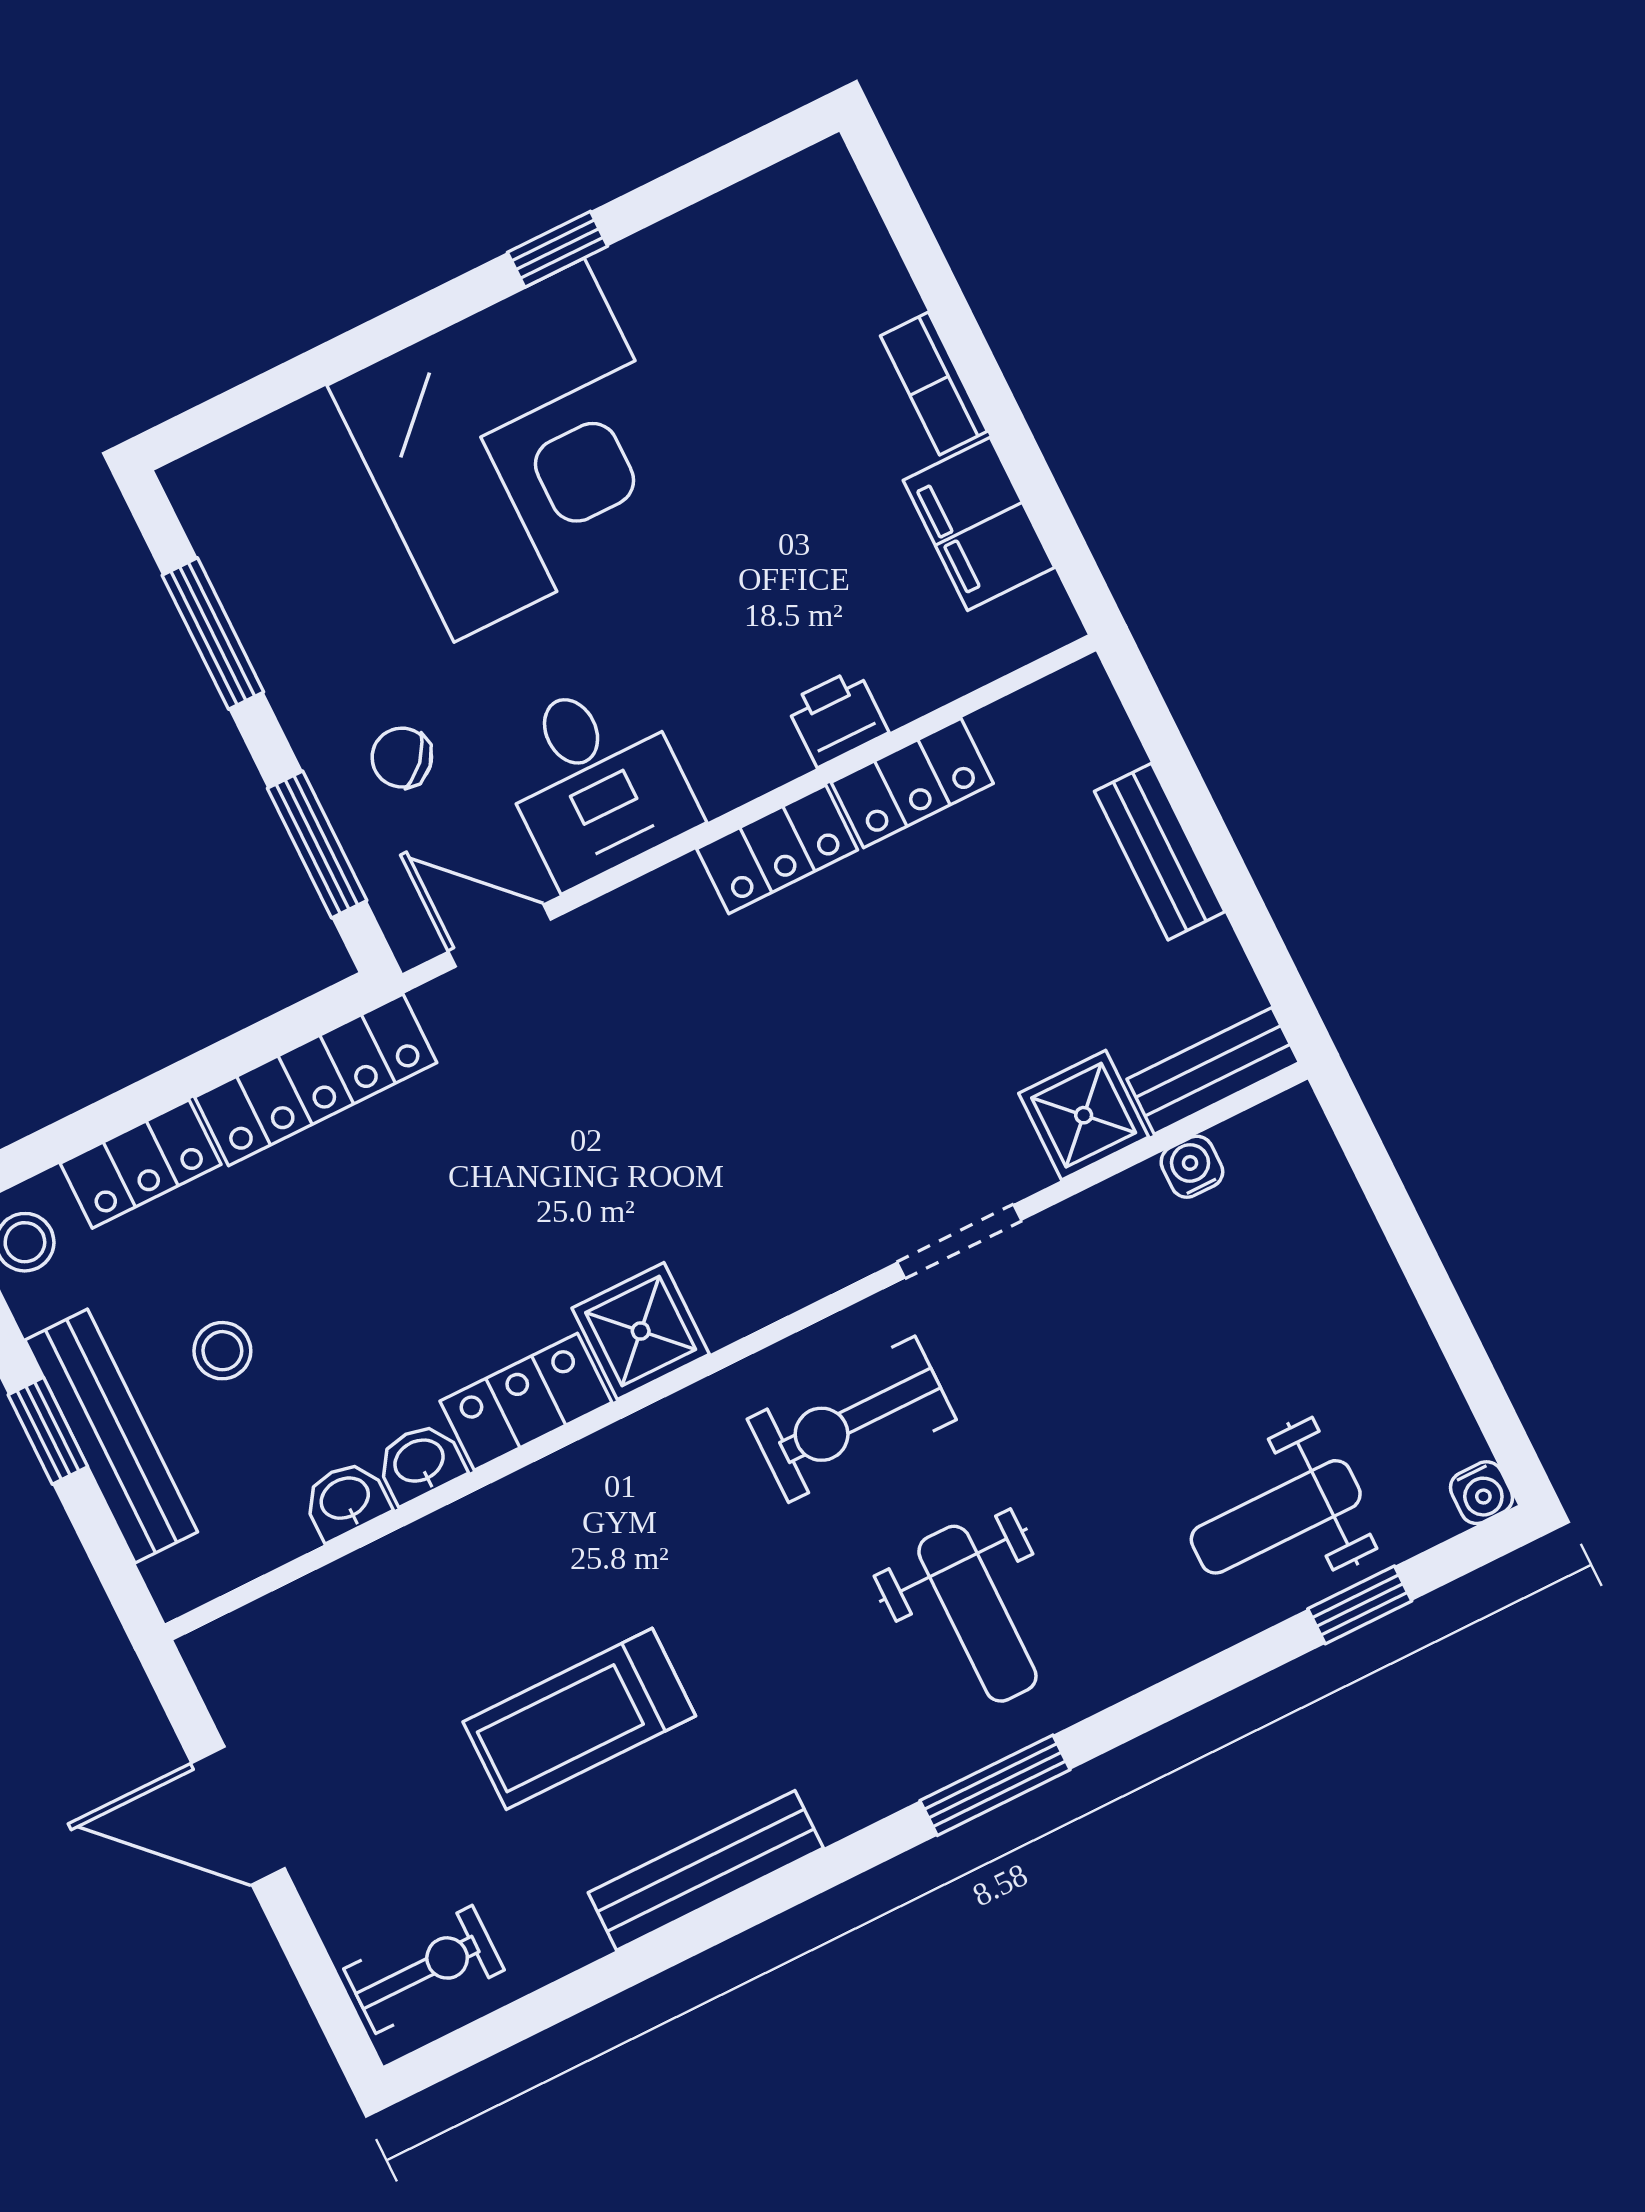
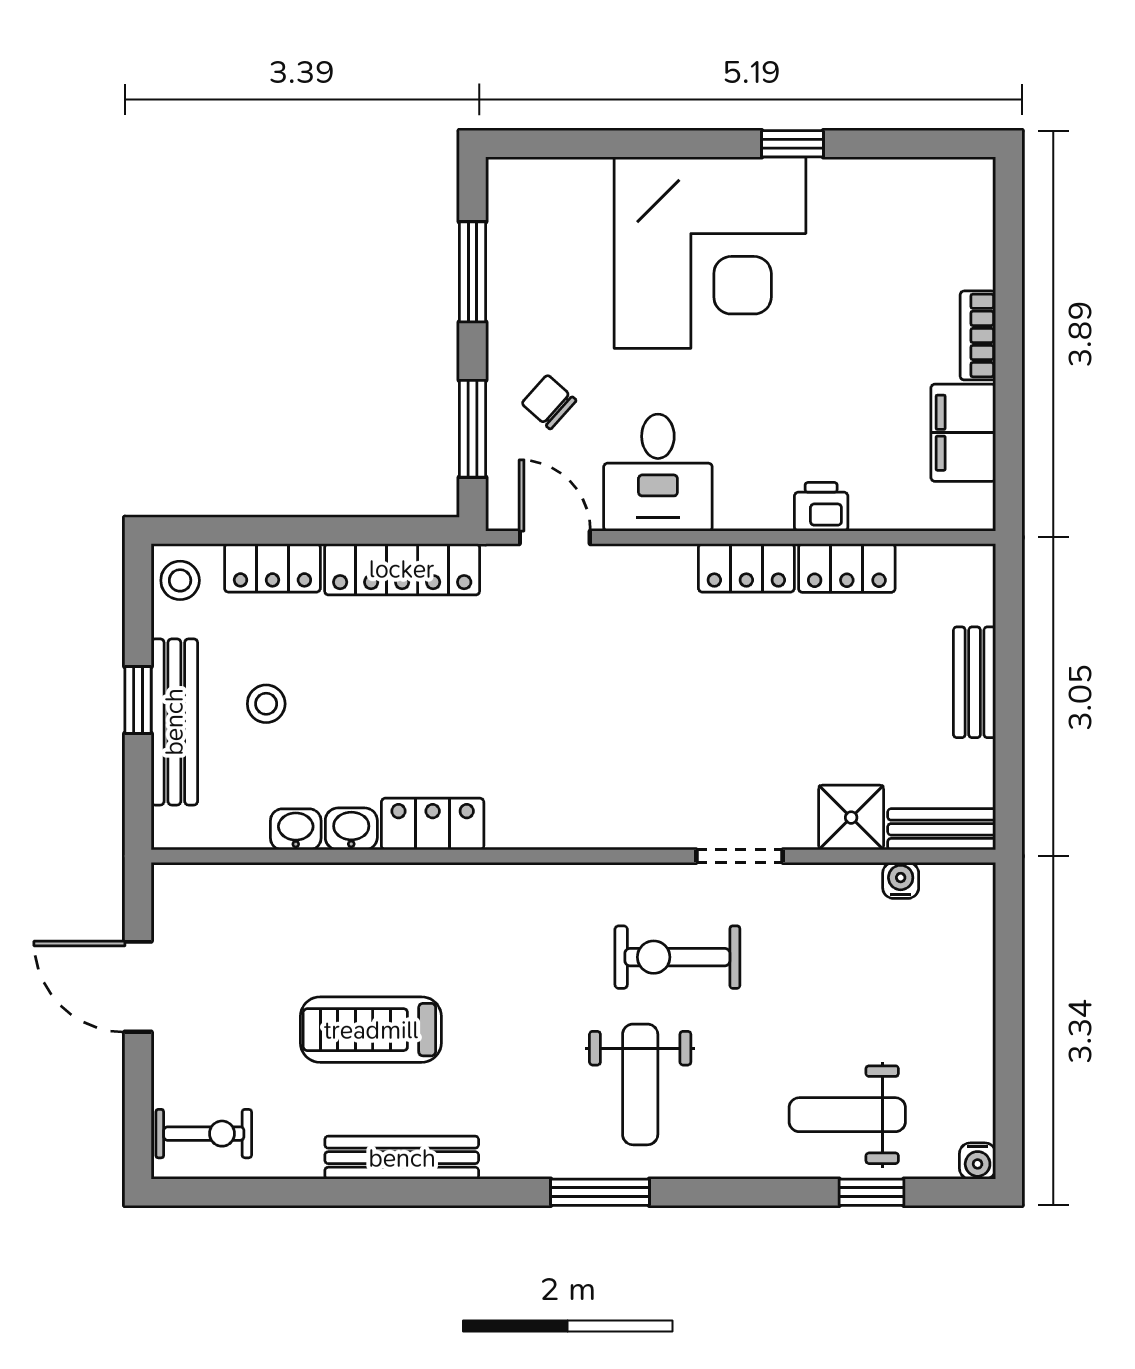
shower: (641, 1331) -> (522, 816), removed
exercise bike: (852, 1419) -> (677, 957), moved

